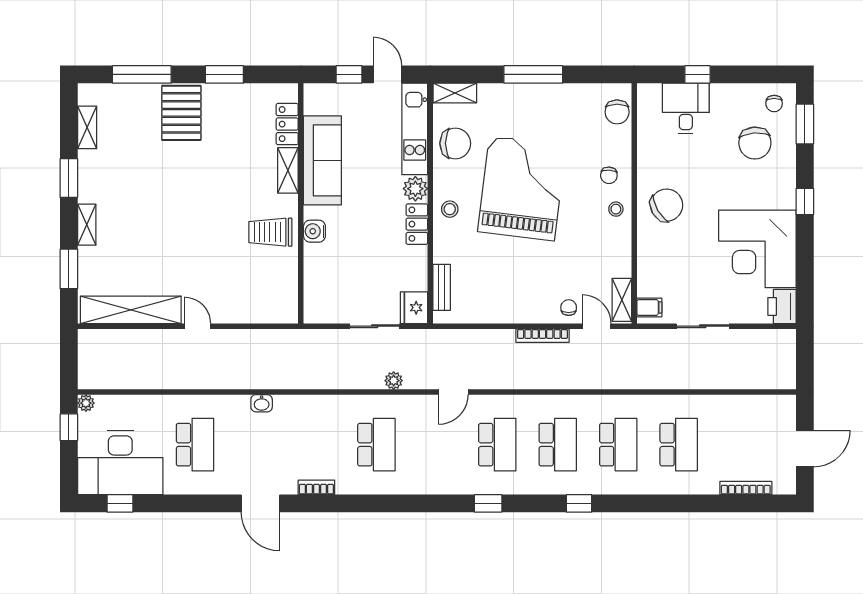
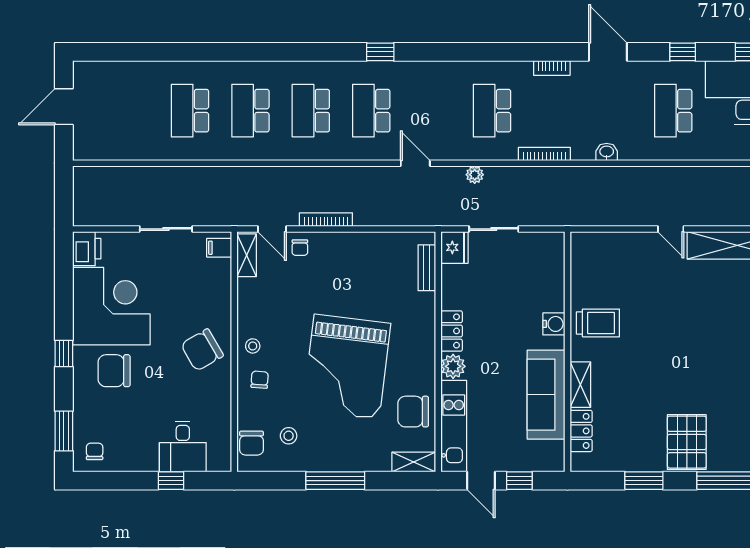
chair: (617, 112) -> (251, 443), turned 180
chair: (755, 143) -> (114, 371), moved, turned -86
stool: (450, 209) -> (289, 436), moved
door: (453, 392) -> (415, 163), hinge flipped
bookcase: (746, 488) -> (544, 154), moved, turned 180
window: (579, 503) -> (683, 52), moved

